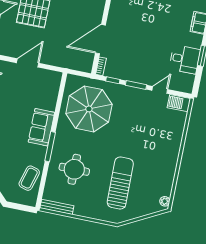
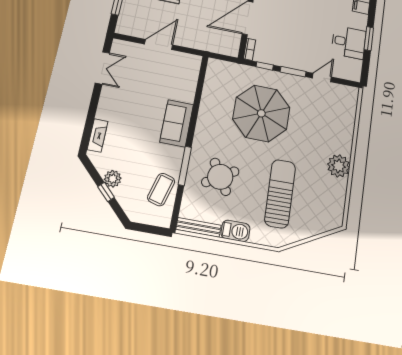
barbecue: (179, 103) -> (235, 231), moved, turned 180
parasol: (89, 109) -> (261, 113), moved
window: (50, 147) -> (185, 166), moved
round table: (74, 169) -> (220, 177), turned -31
plant: (165, 201) -> (339, 166), moved, width x1.88, depth x1.88

